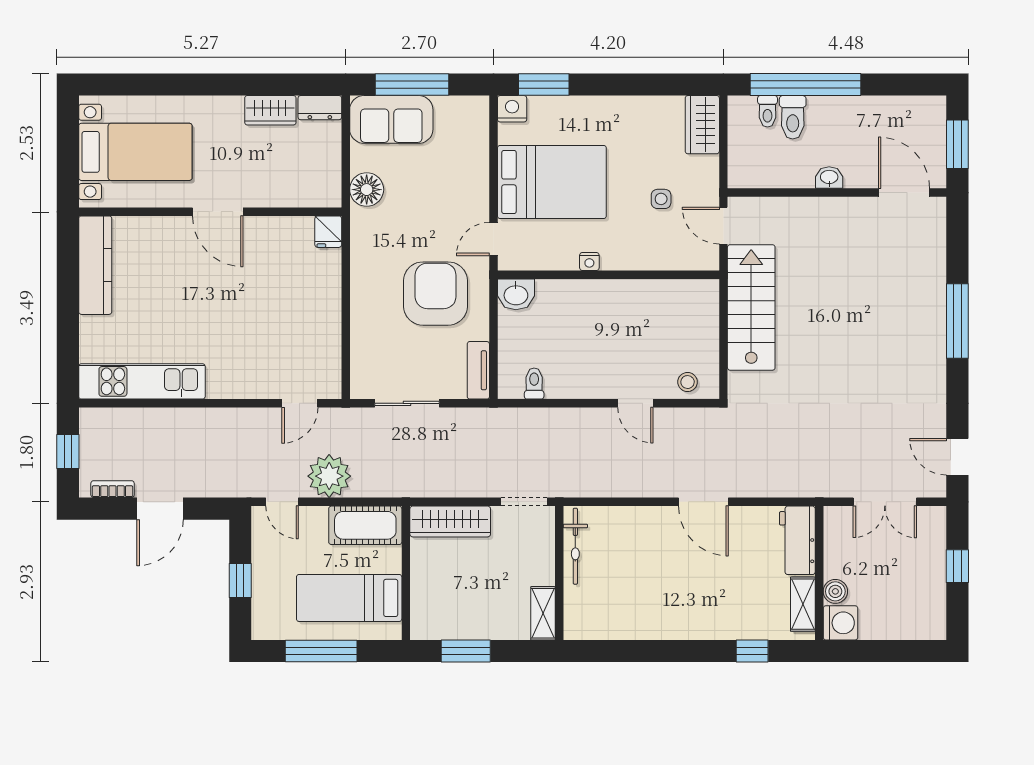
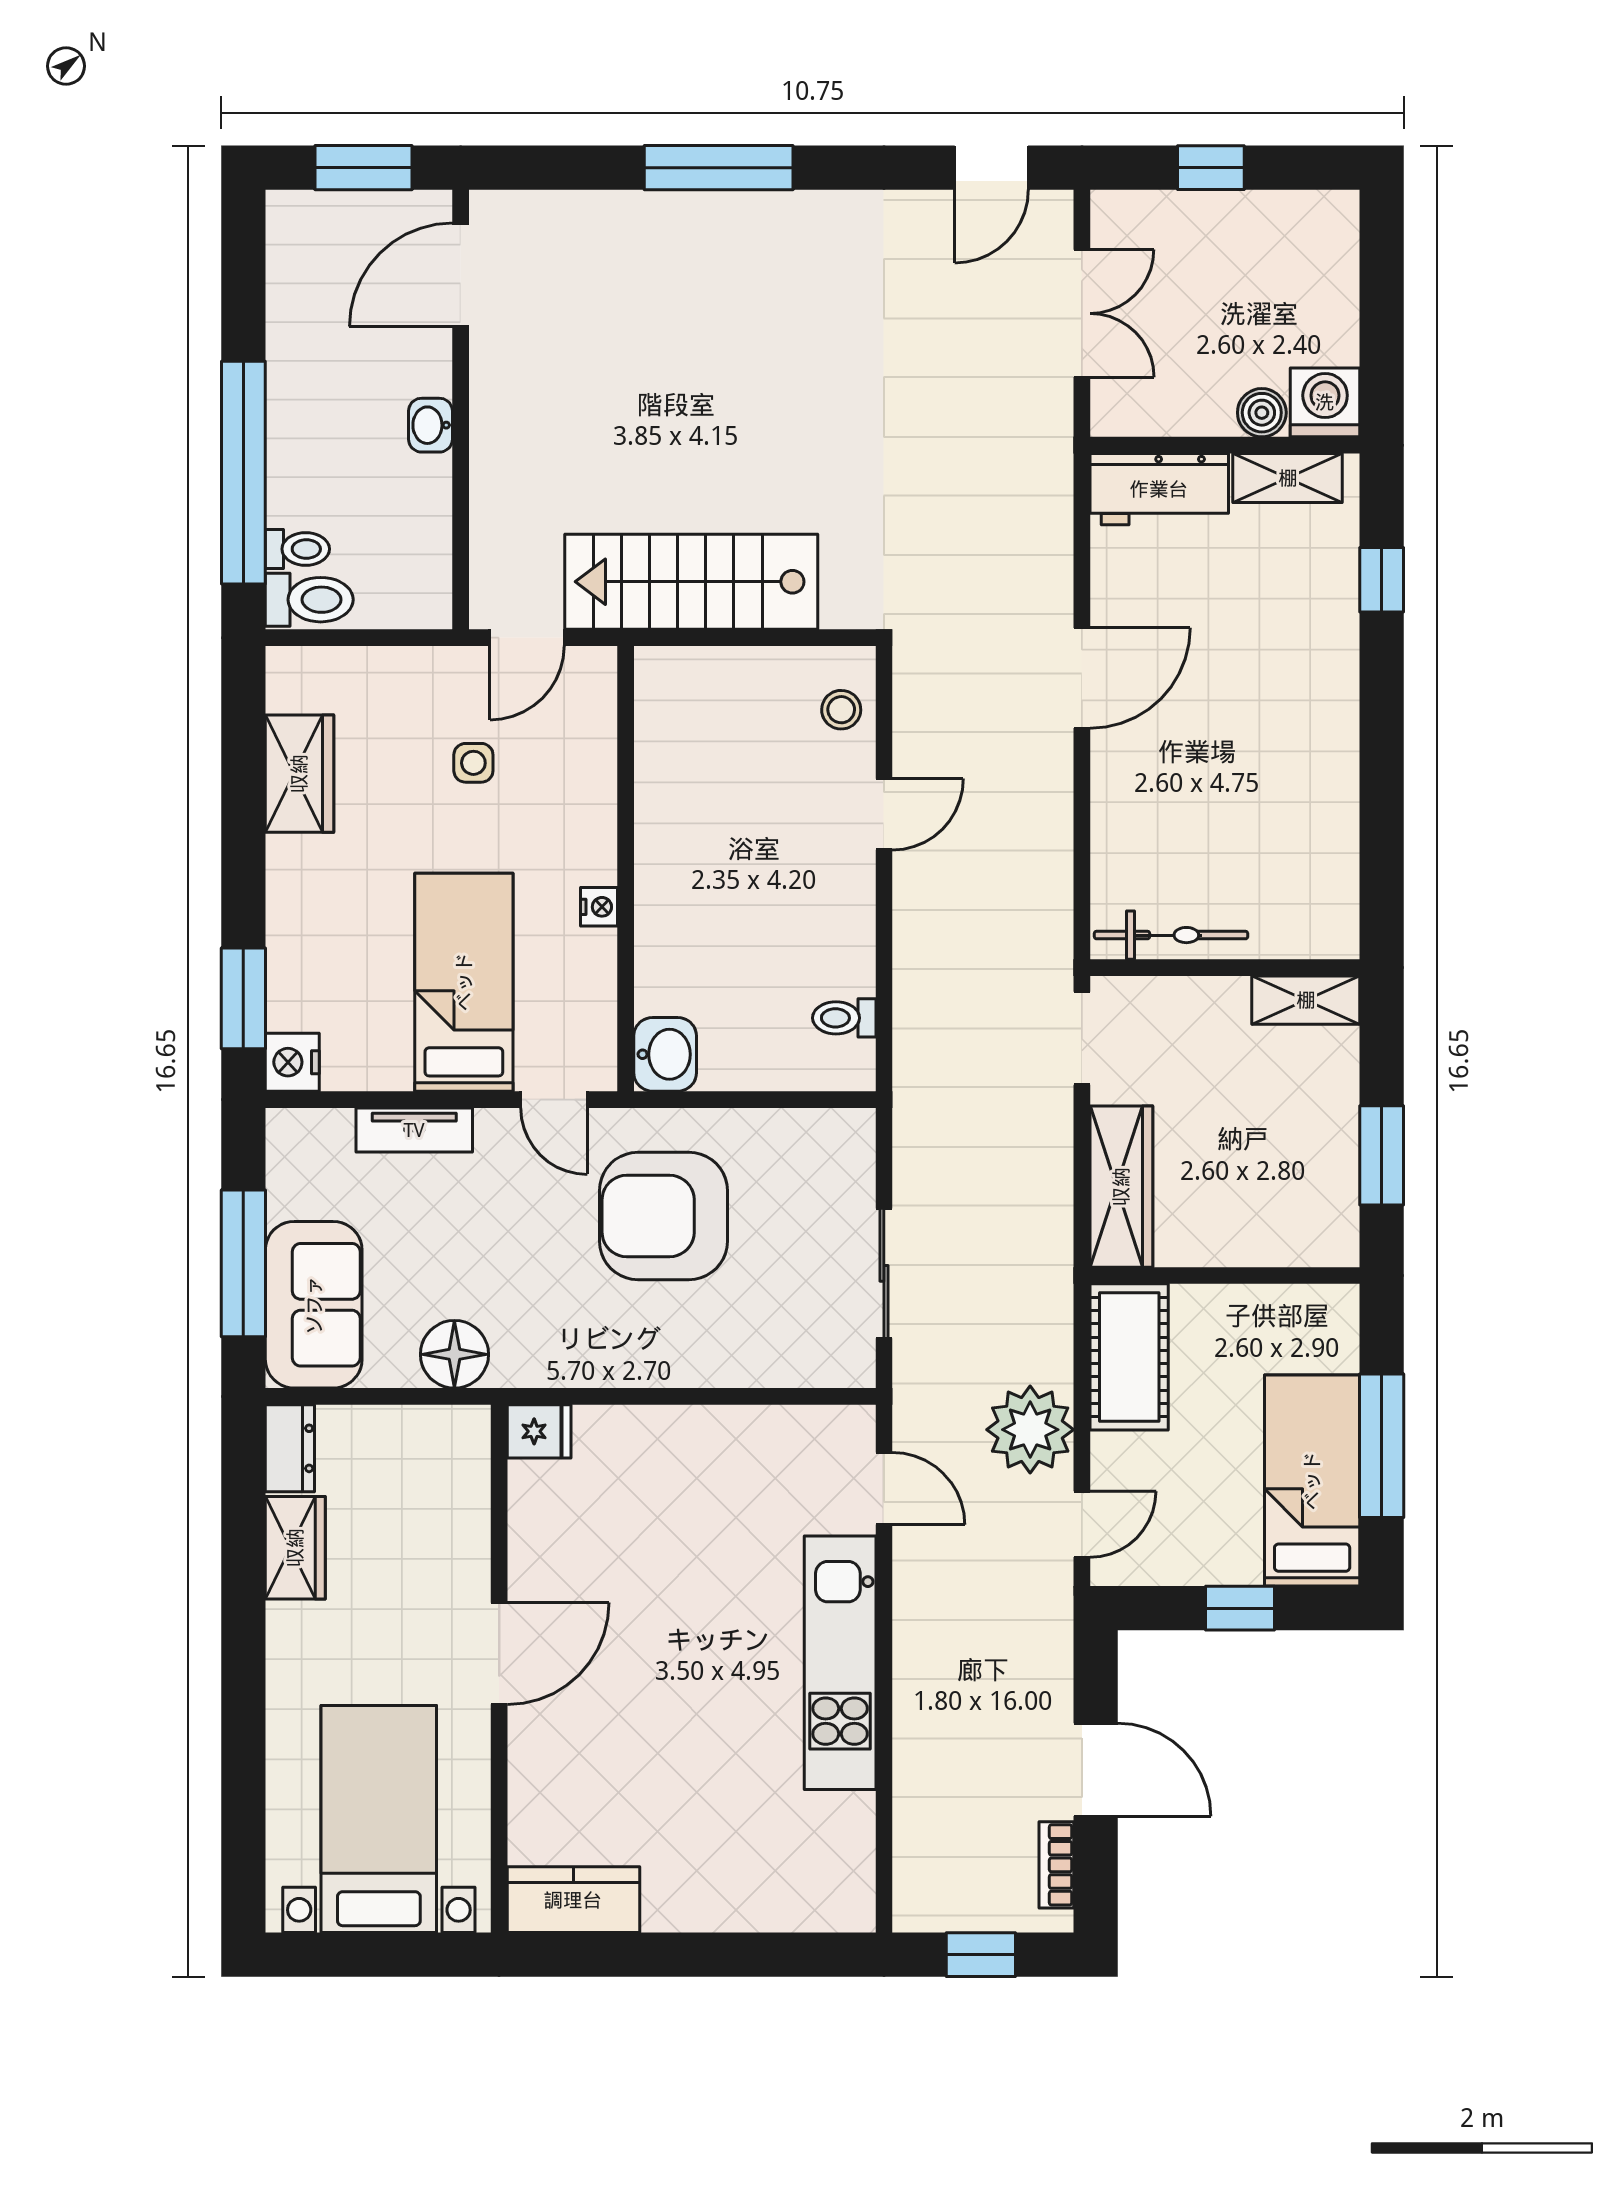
toilet: (793, 117) -> (309, 600), moved
wardrobe: (702, 125) -> (299, 774), moved, turned -90
bed: (552, 182) -> (464, 982), width x0.67
kitchen counter: (95, 265) -> (573, 1900), width x0.67
tv unit: (478, 370) -> (414, 1130), moved
kitchen unit: (142, 381) -> (840, 1663), moved
bed: (349, 598) -> (1312, 1481), moved, turned 180

